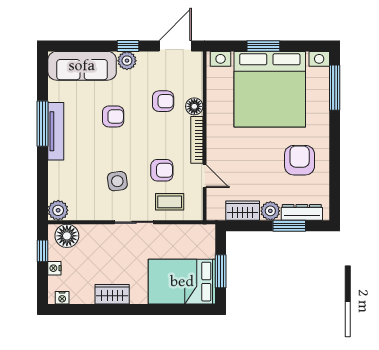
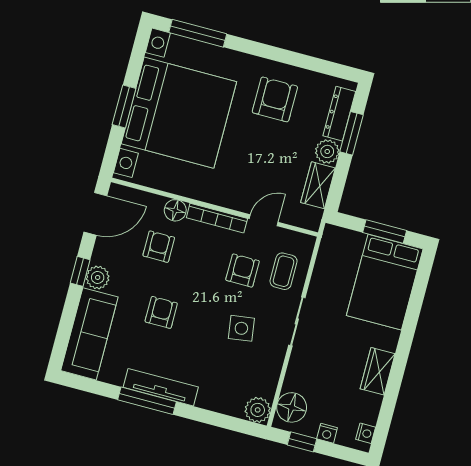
door: (175, 46) -> (95, 214), swing flipped
armchair: (300, 160) -> (275, 99), turned 90

